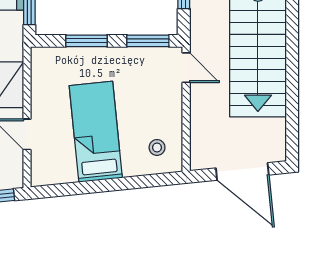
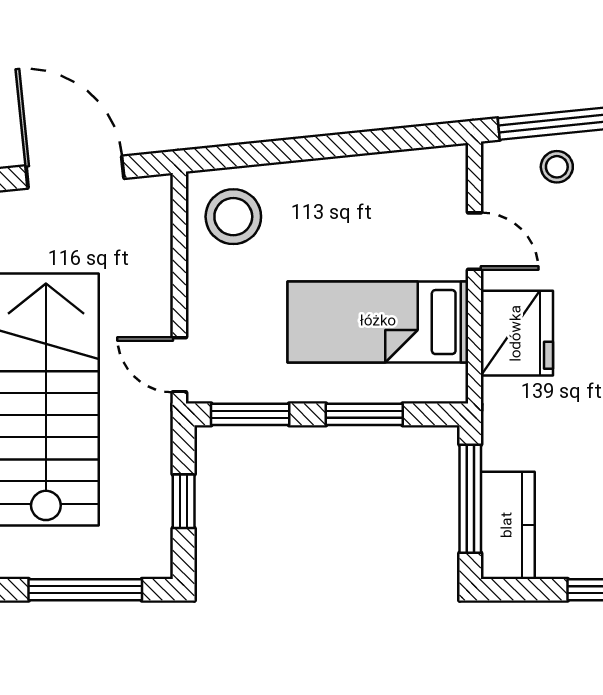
bed: (96, 132) -> (378, 322), moved, turned 96
stool: (157, 147) -> (233, 217), width x1.89, depth x1.89

